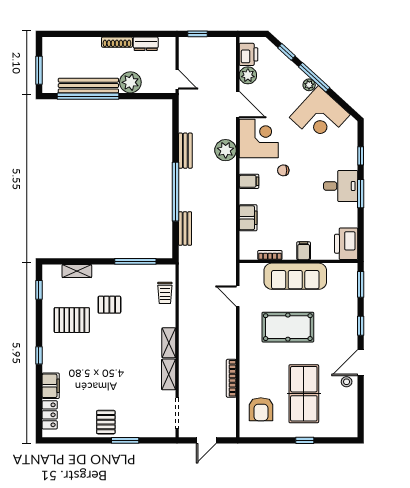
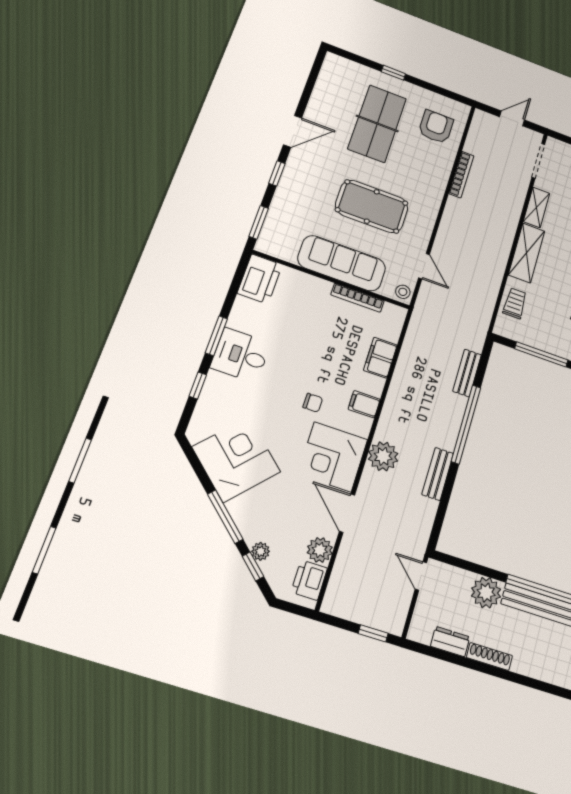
plant: (309, 85) -> (261, 551), moved
filing cabinet: (304, 251) -> (320, 290), removed
bookcase: (270, 255) -> (357, 298), width x1.56
shelving: (169, 343) -> (527, 253), width x1.50, depth x1.33
stool: (347, 382) -> (403, 292), moved

